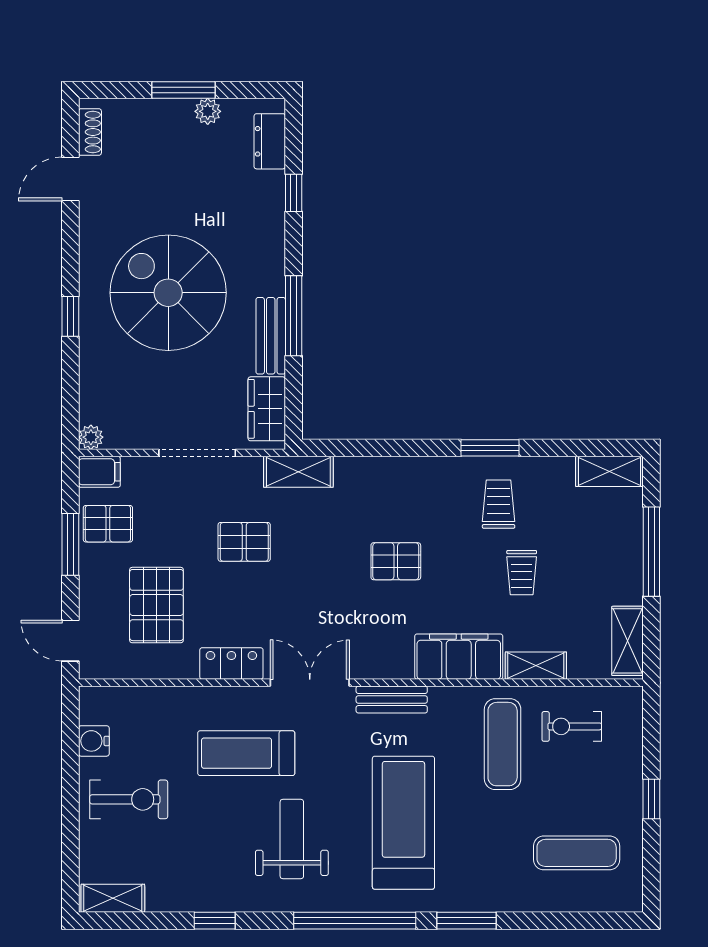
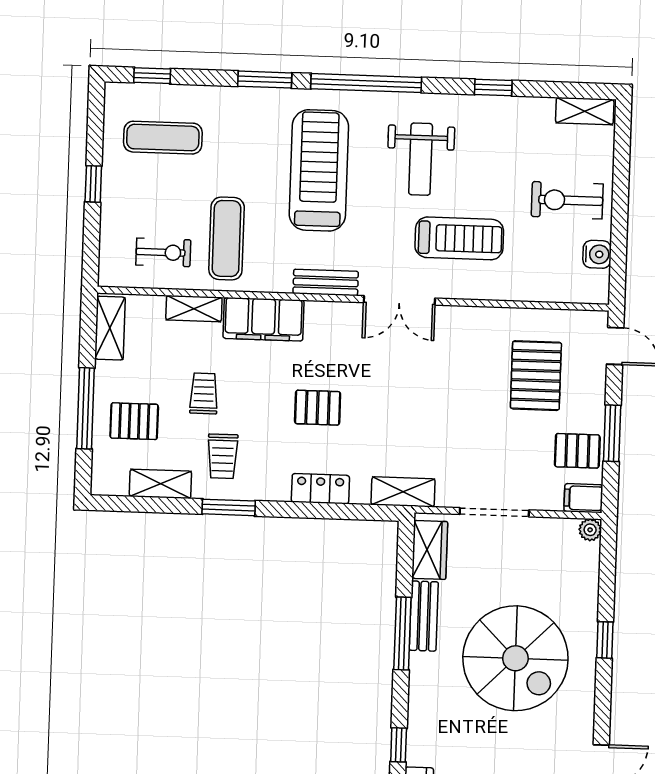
shelving: (609, 471) -> (160, 484), moved
pallet: (244, 542) -> (134, 421), moved
locker: (231, 663) -> (320, 489), moved, turned 180
treadmill: (403, 823) -> (319, 170), turned 180
window: (591, 921) -> (152, 76), added

